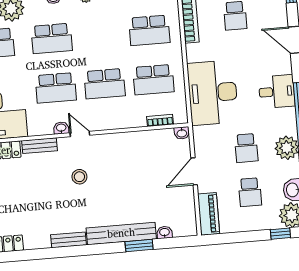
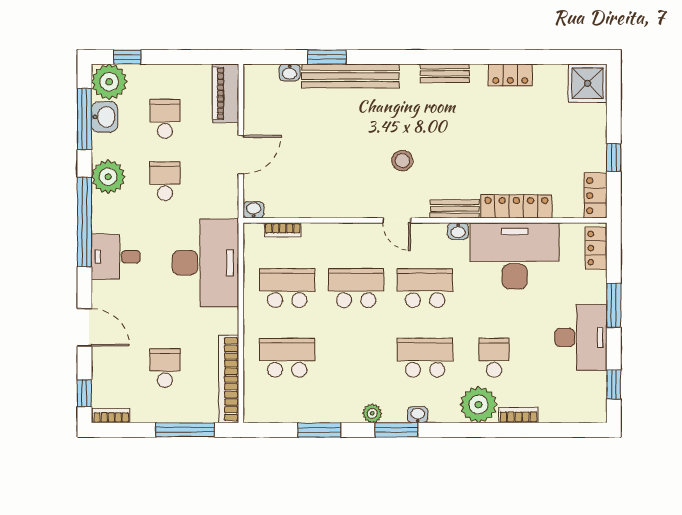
washbasin: (61, 128) -> (458, 231), moved
bench: (68, 240) -> (445, 73), moved

